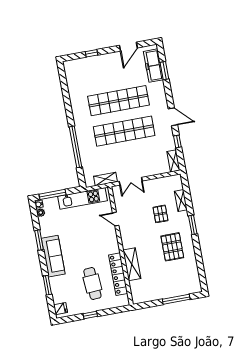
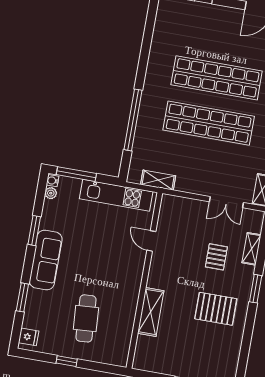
double door: (131, 181) -> (226, 202), moved
pallet: (172, 247) -> (216, 309), turned 90
locker: (118, 274) -> (126, 319), removed

